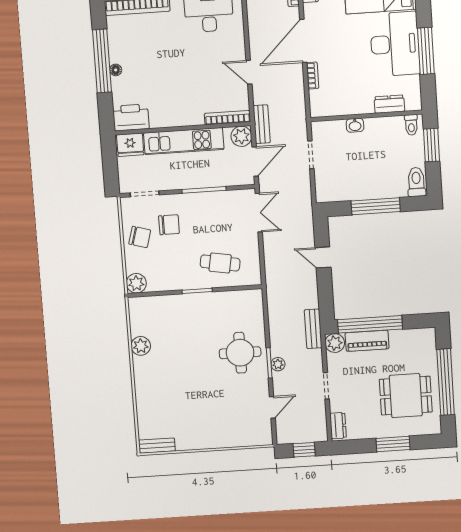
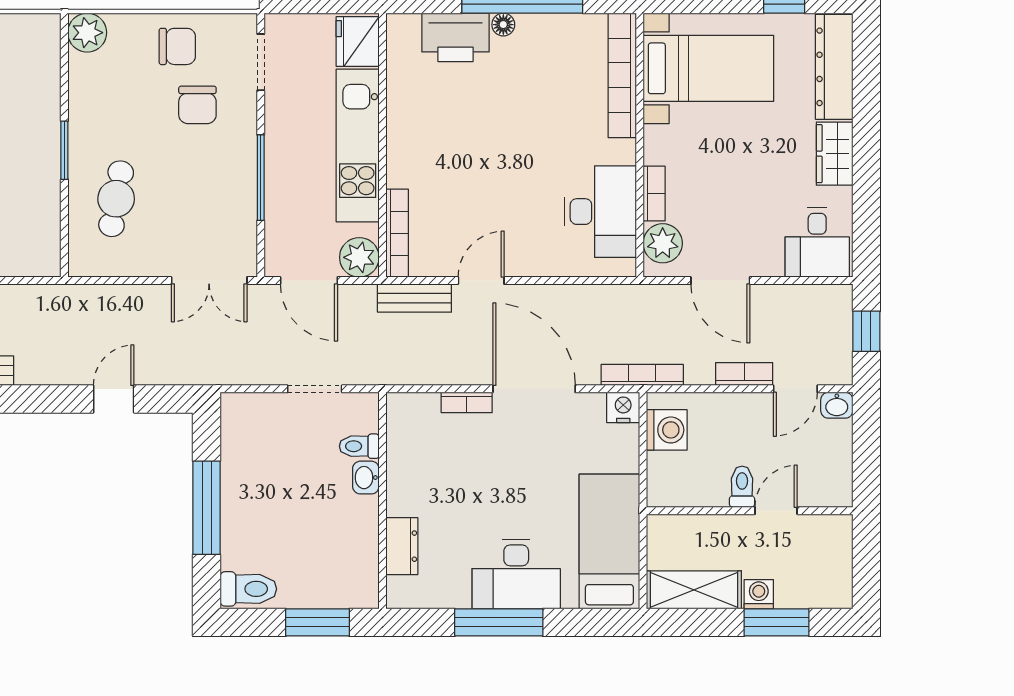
desk: (395, 44) -> (516, 574), width x0.73, depth x0.77
printer: (131, 117) -> (455, 37), moved, turned 90
bench: (262, 124) -> (414, 298), moved
toilet: (411, 125) -> (359, 446), moved
chair: (140, 237) -> (177, 46), turned -106

